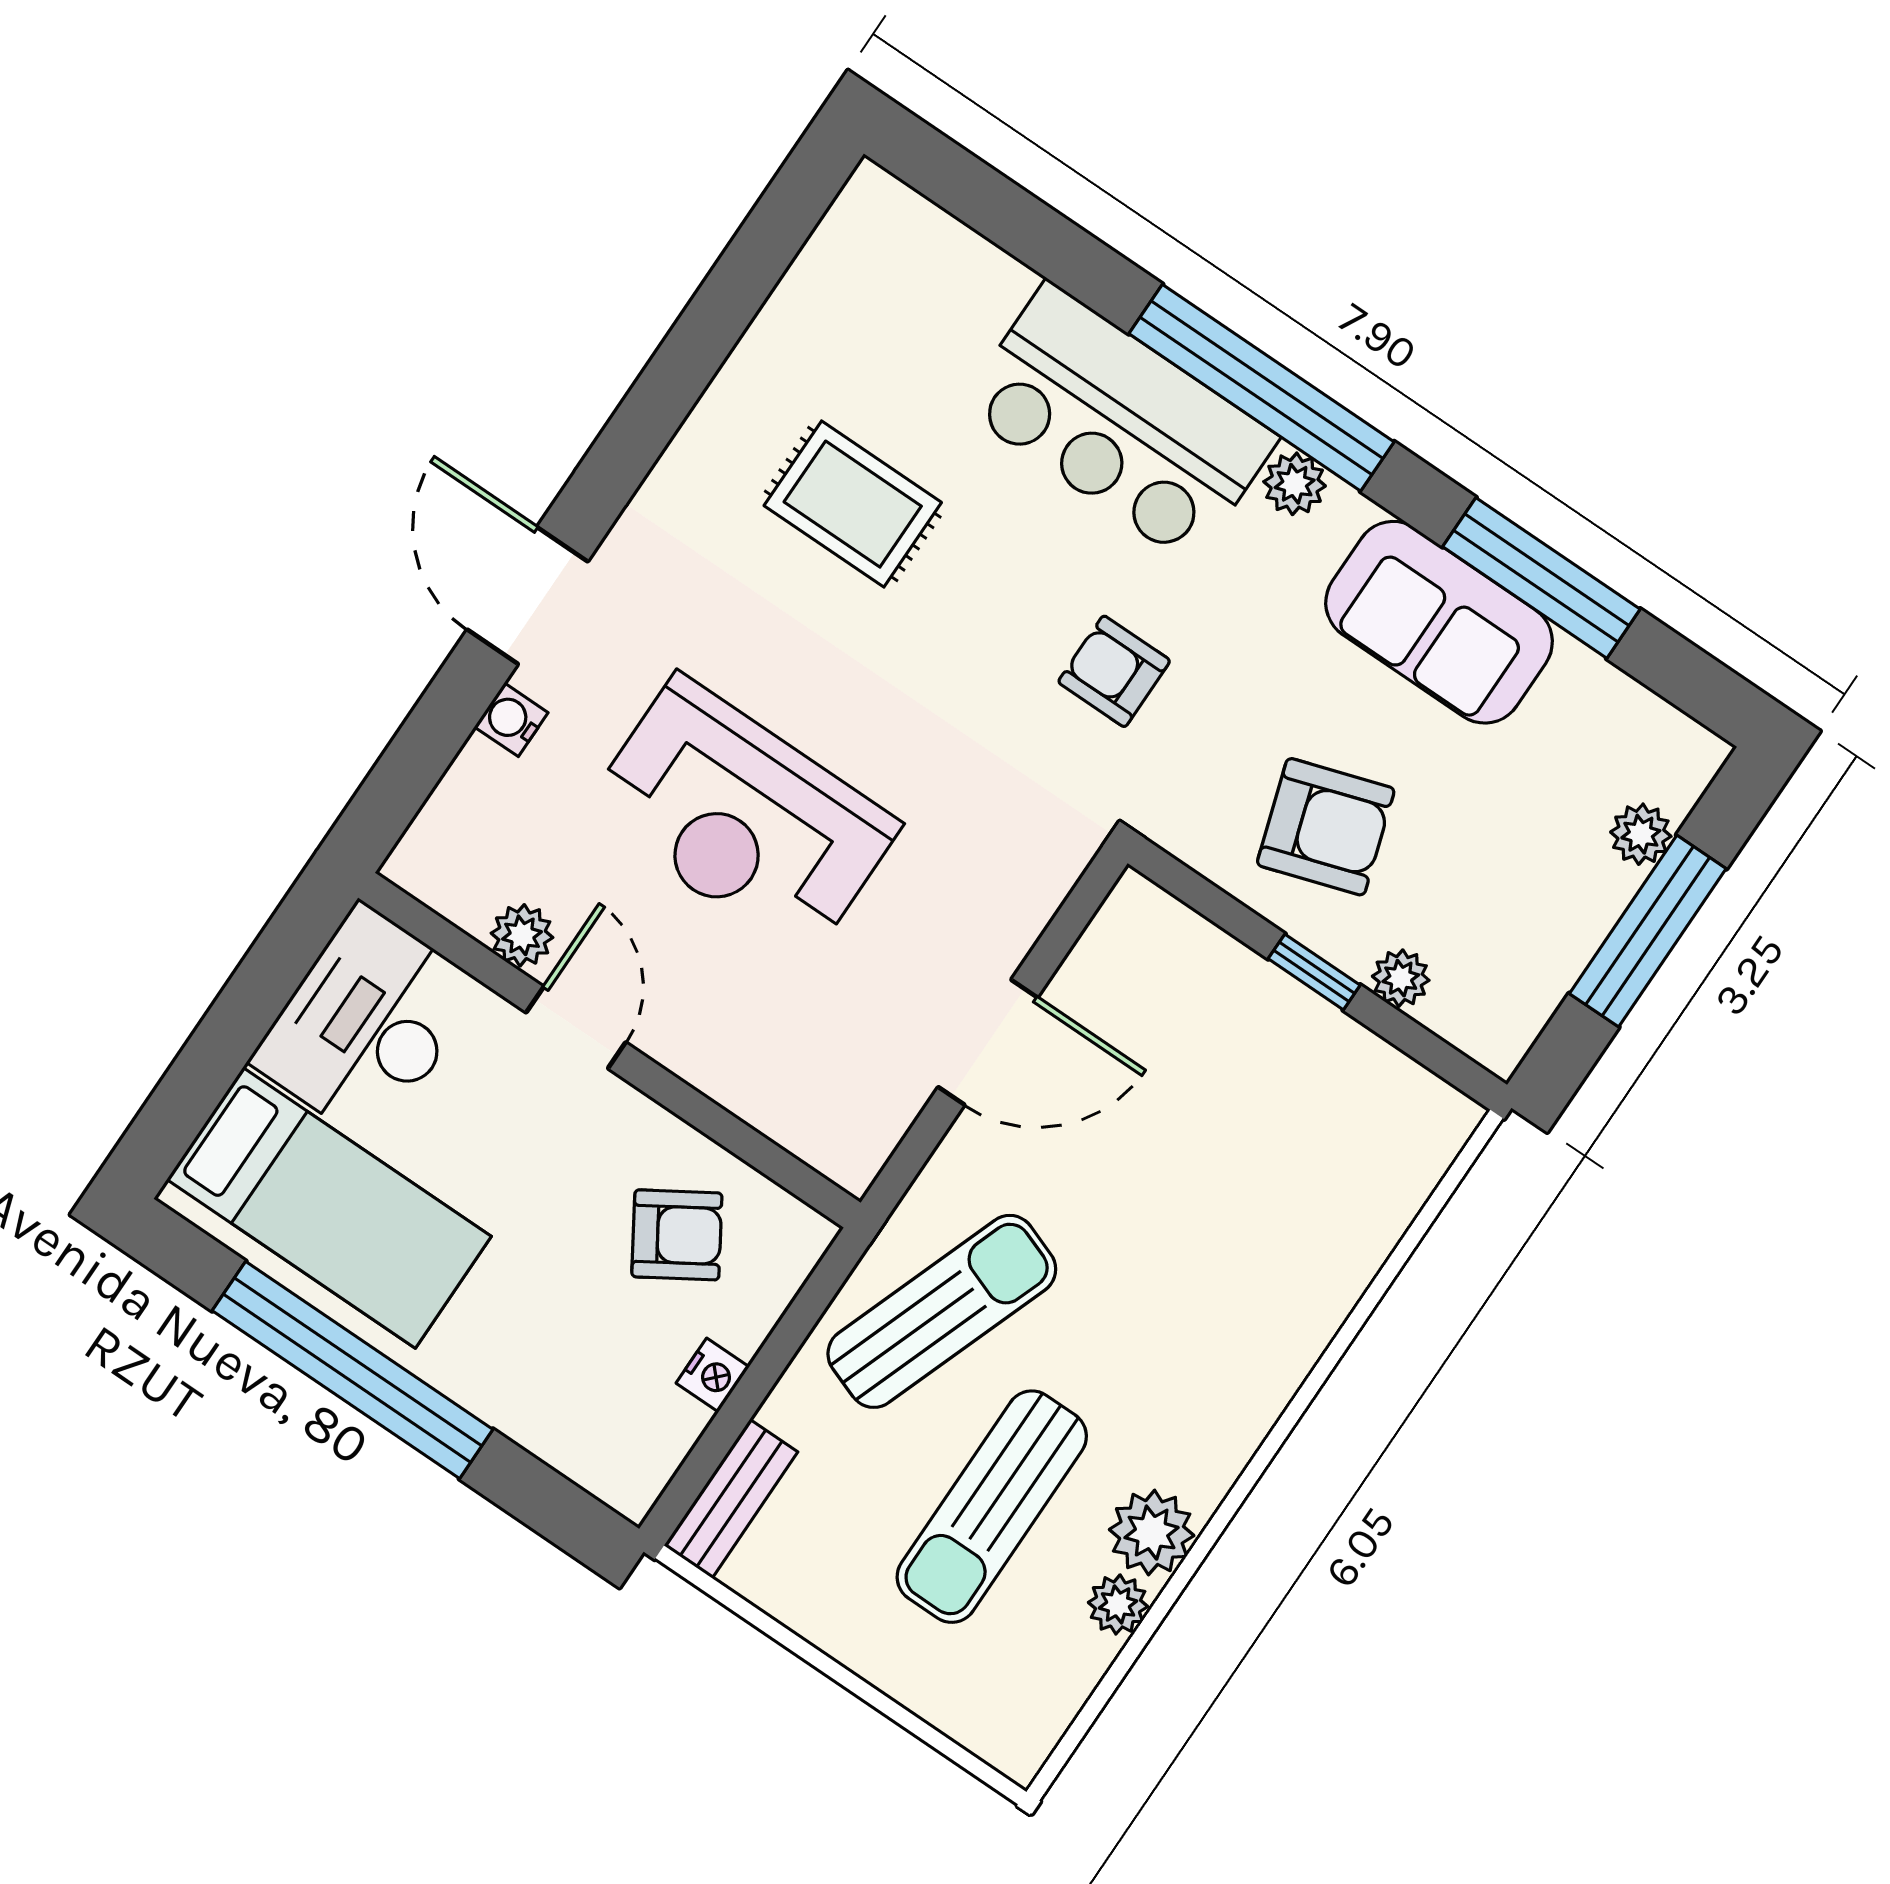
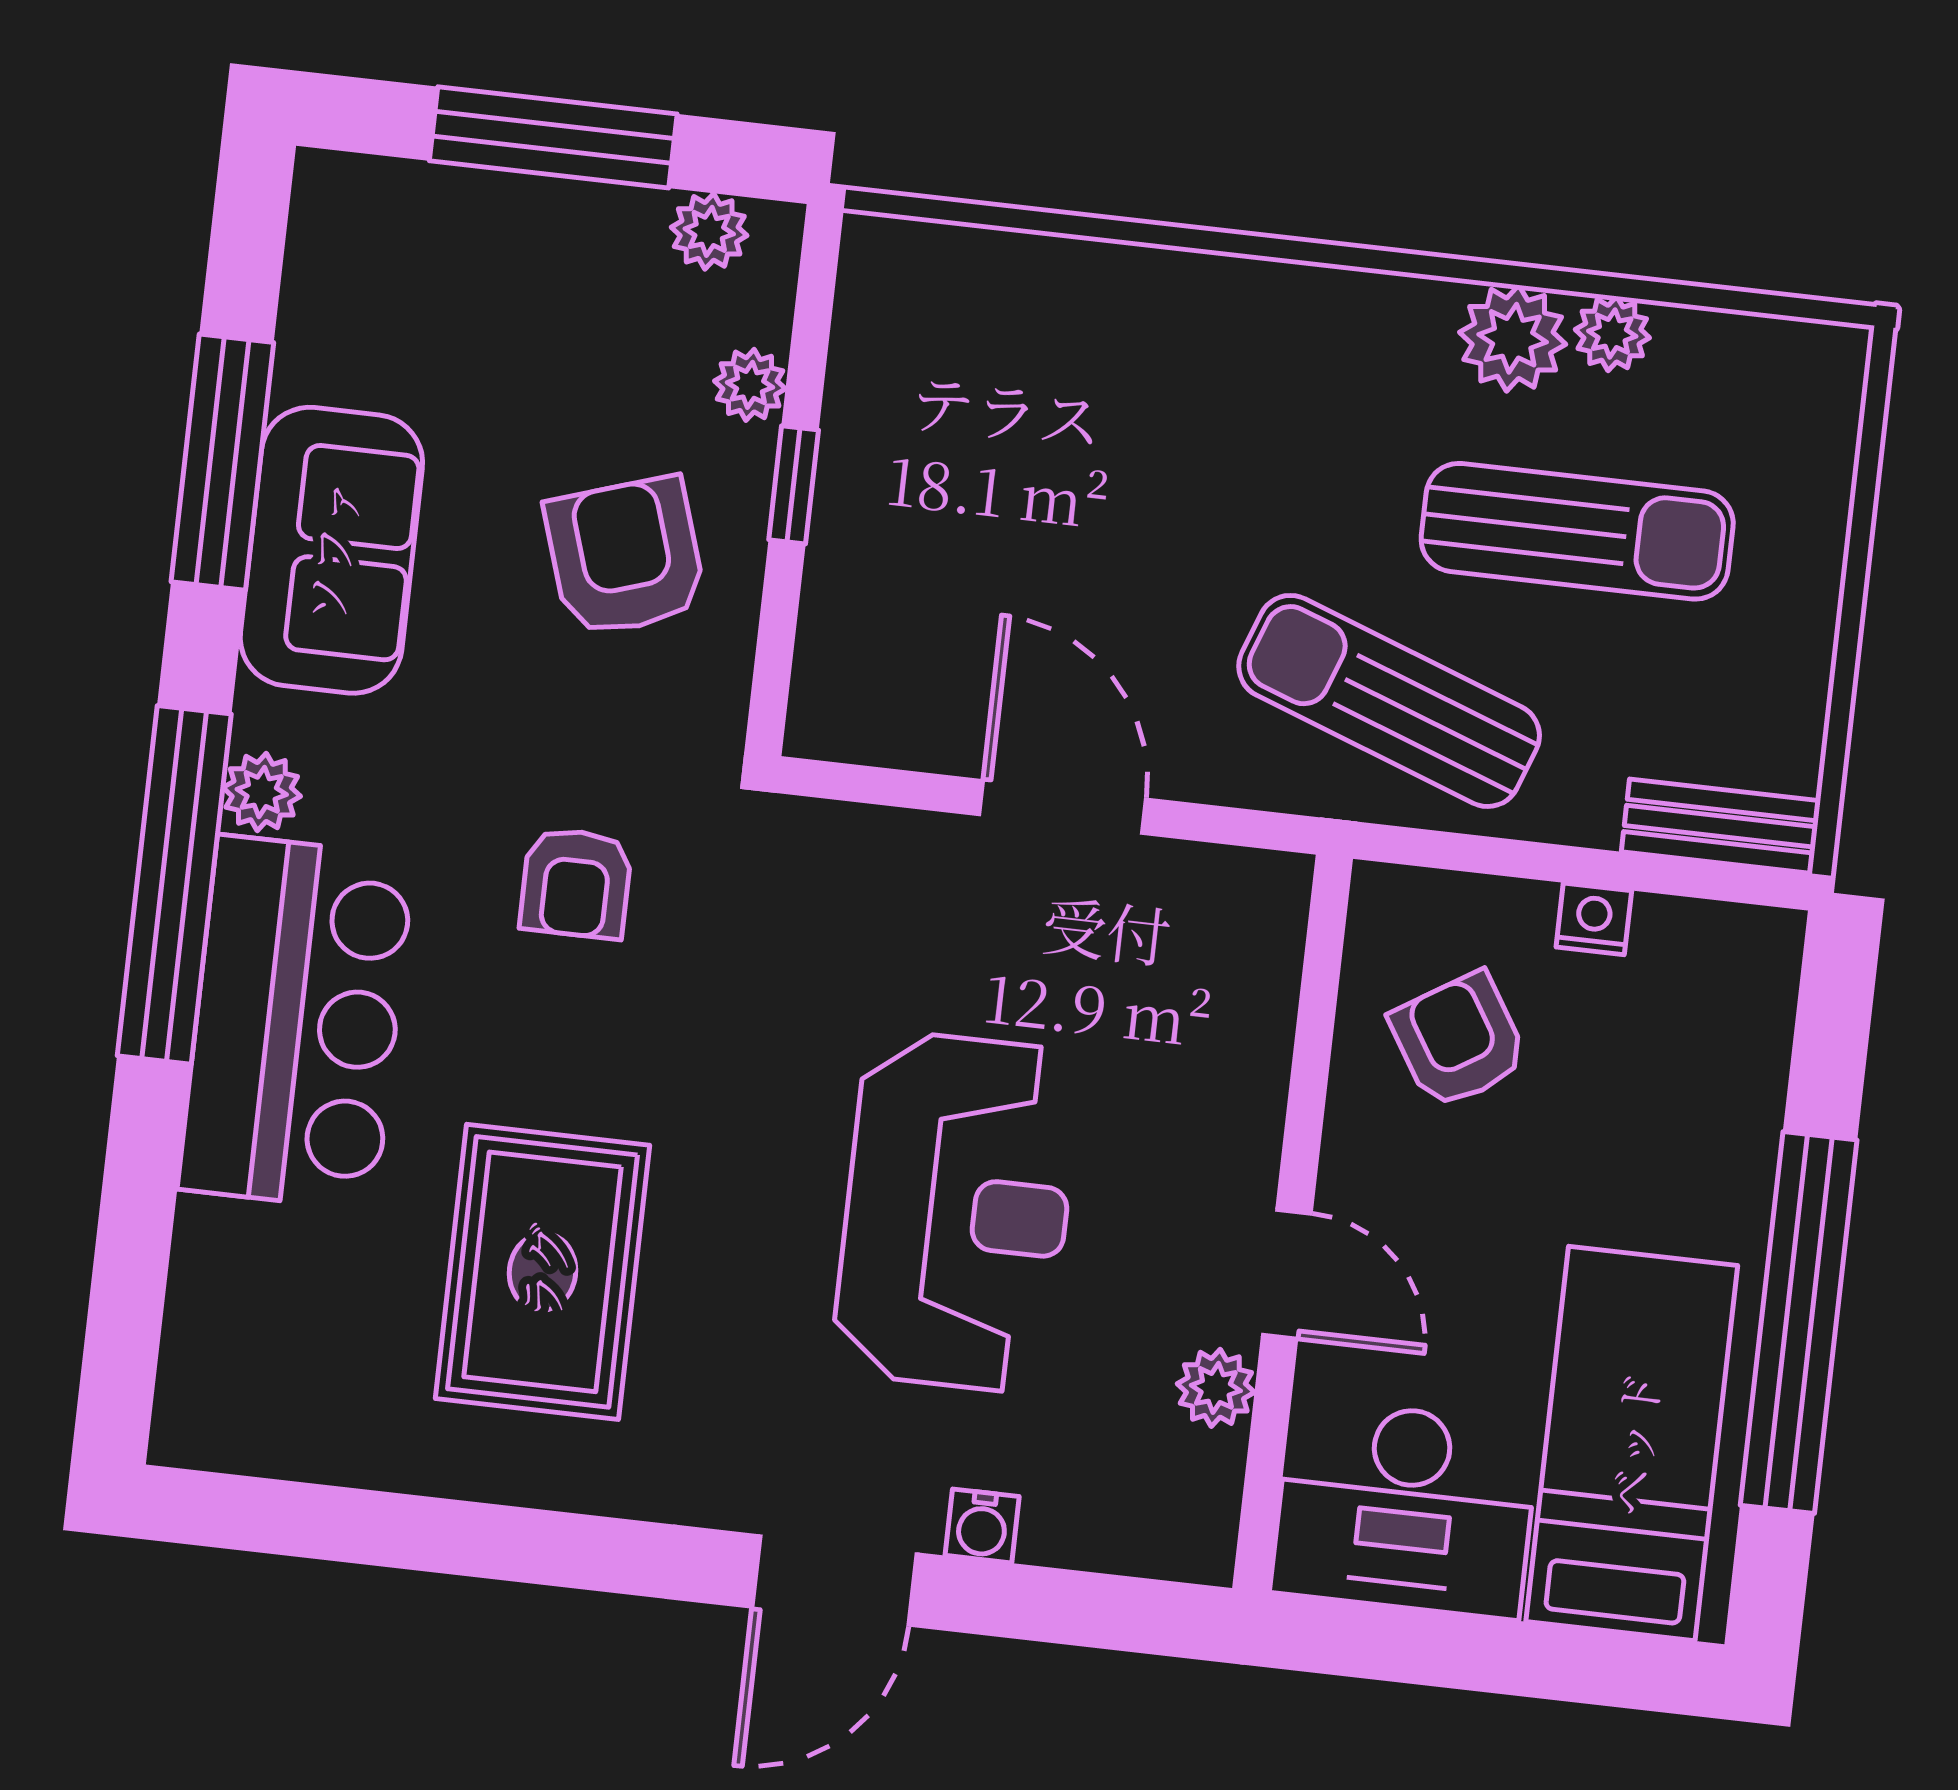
rug: (853, 504) -> (543, 1272), width x1.36, depth x1.43
plant: (1641, 834) -> (709, 231), moved
door: (576, 1027) -> (1287, 1274), swing flipped

